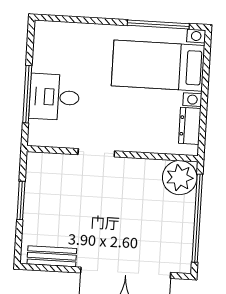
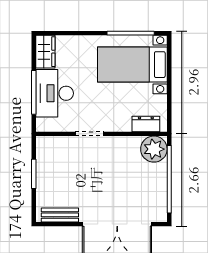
wardrobe: (46, 42) -> (45, 52), added
desk: (54, 97) -> (55, 93), width x1.37
dresser: (190, 126) -> (146, 124), moved, turned 90

